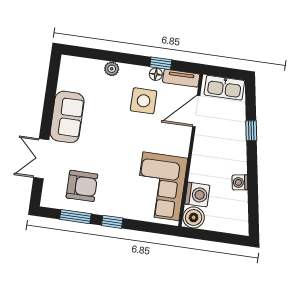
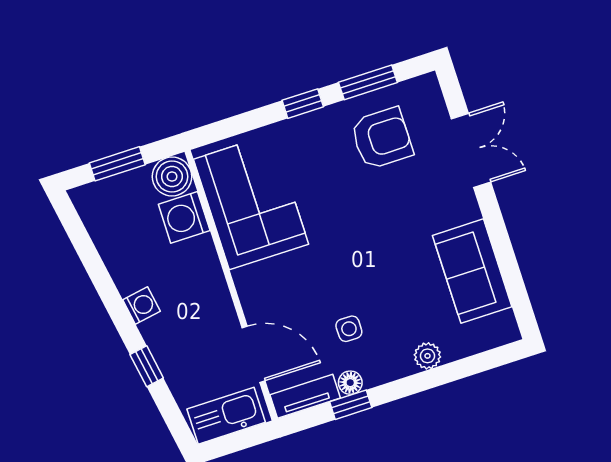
side table: (144, 101) -> (349, 329), width x0.54, depth x0.54
door: (196, 111) -> (254, 354), hinge flipped
sofa: (67, 117) -> (472, 271), moved
washing machine: (240, 182) -> (141, 306), moved
armchair: (82, 186) -> (382, 138), turned 180
window: (217, 237) -> (117, 164), added

